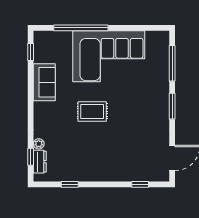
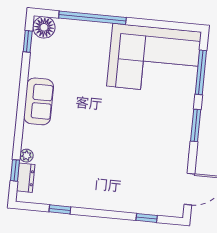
floor lamp: (43, 39) -> (44, 27), added
corner sofa: (109, 56) -> (154, 59), moved
sofa: (44, 82) -> (39, 101), moved
rug: (92, 111) -> (96, 122), removed

